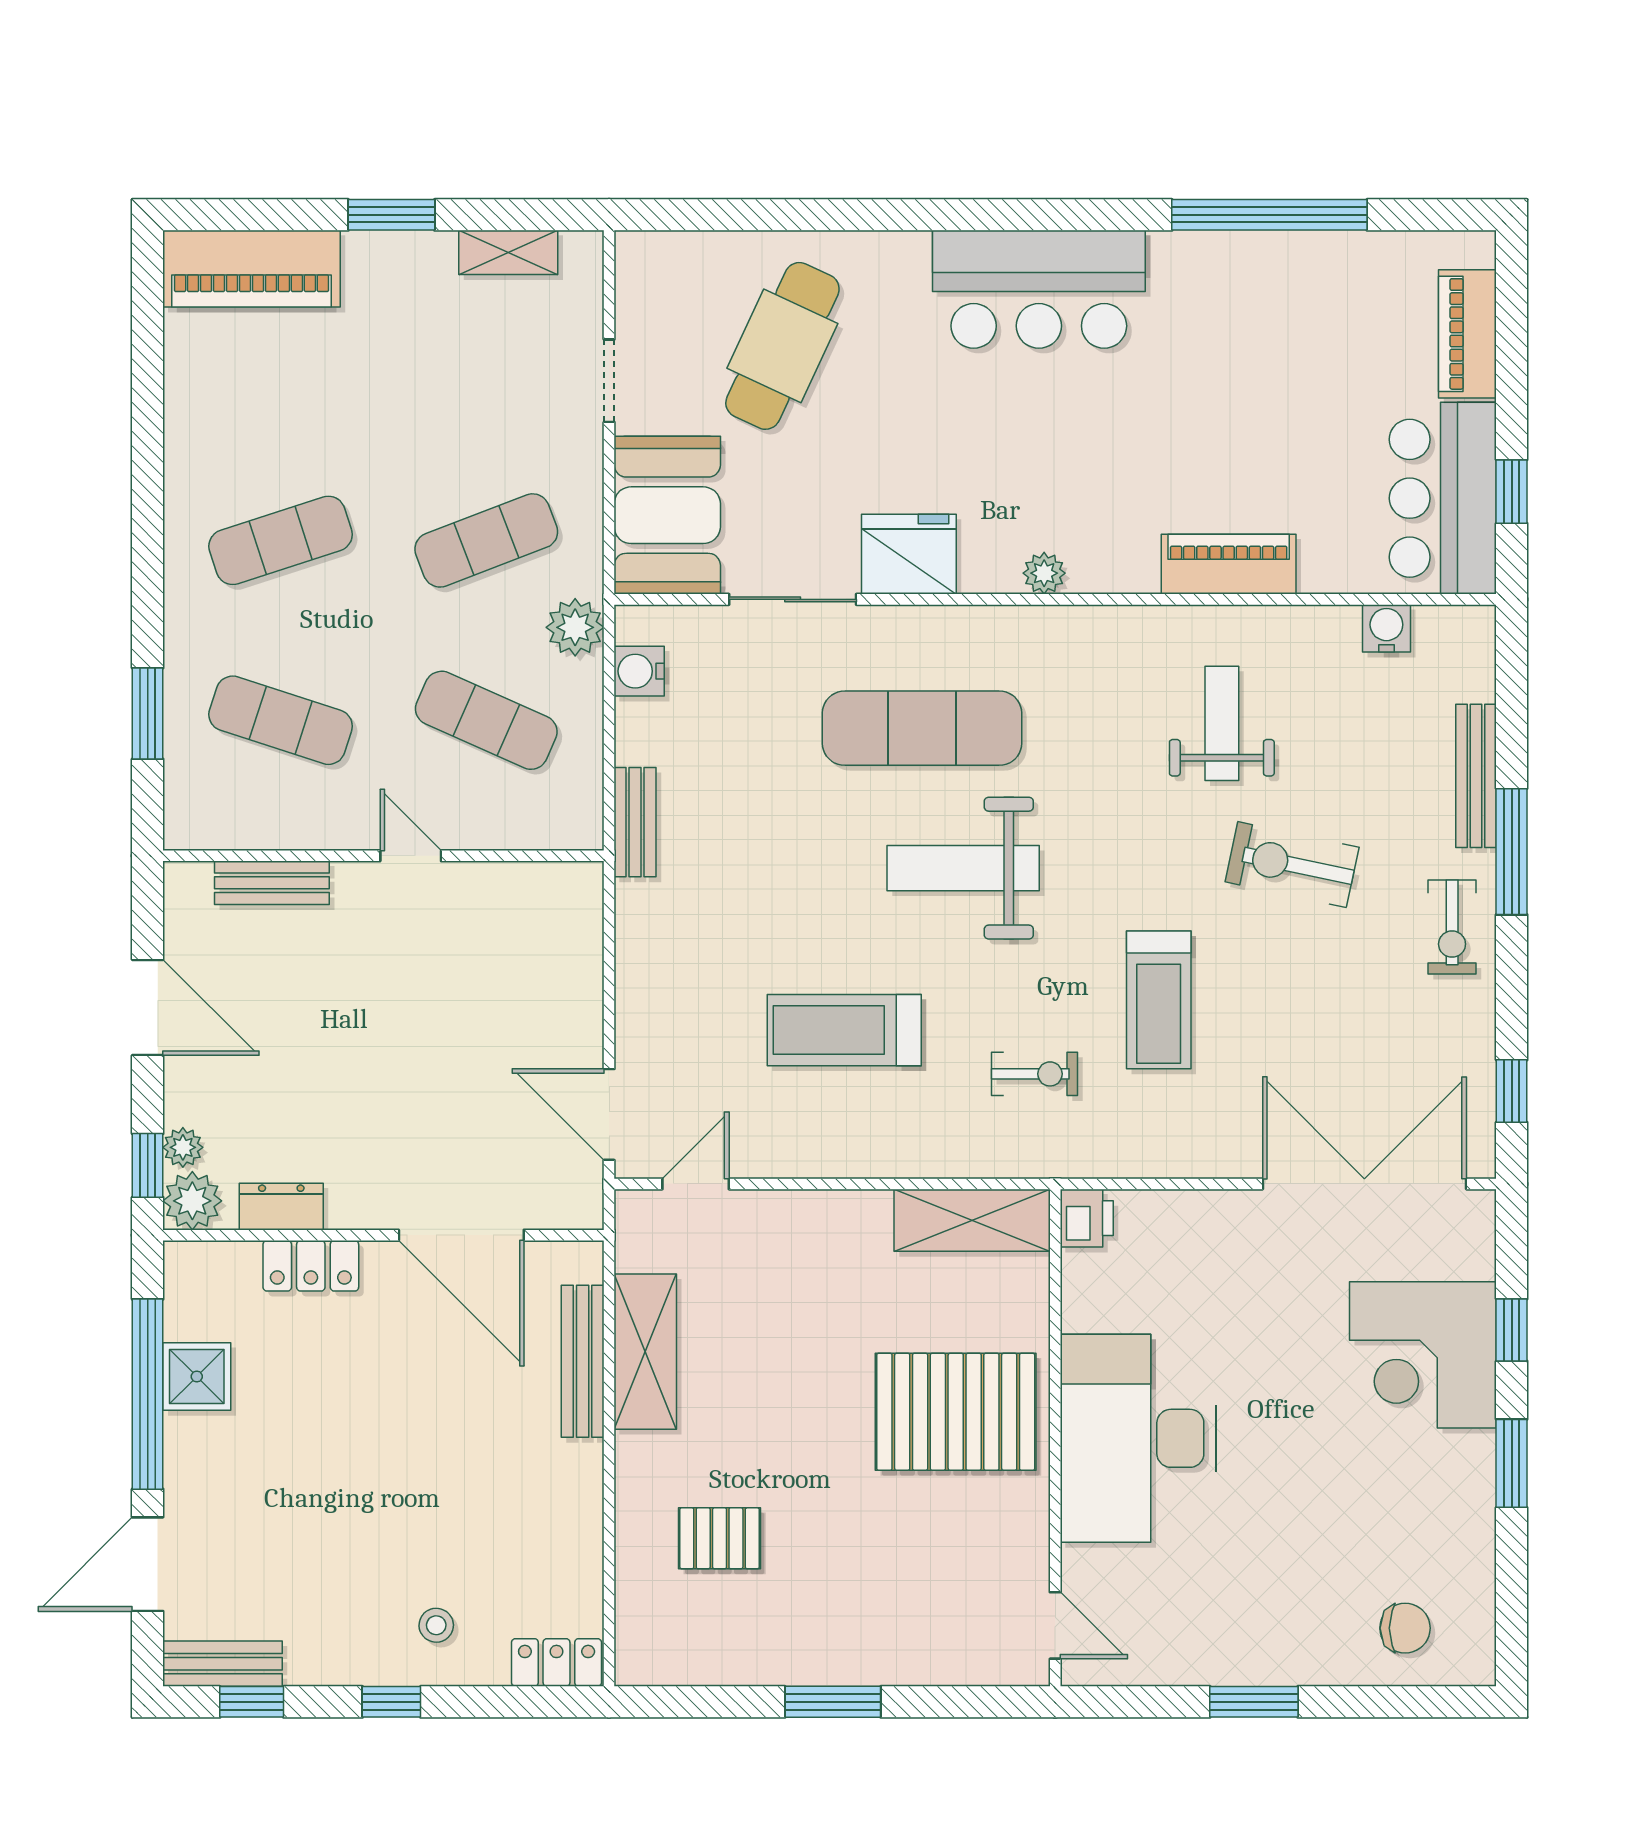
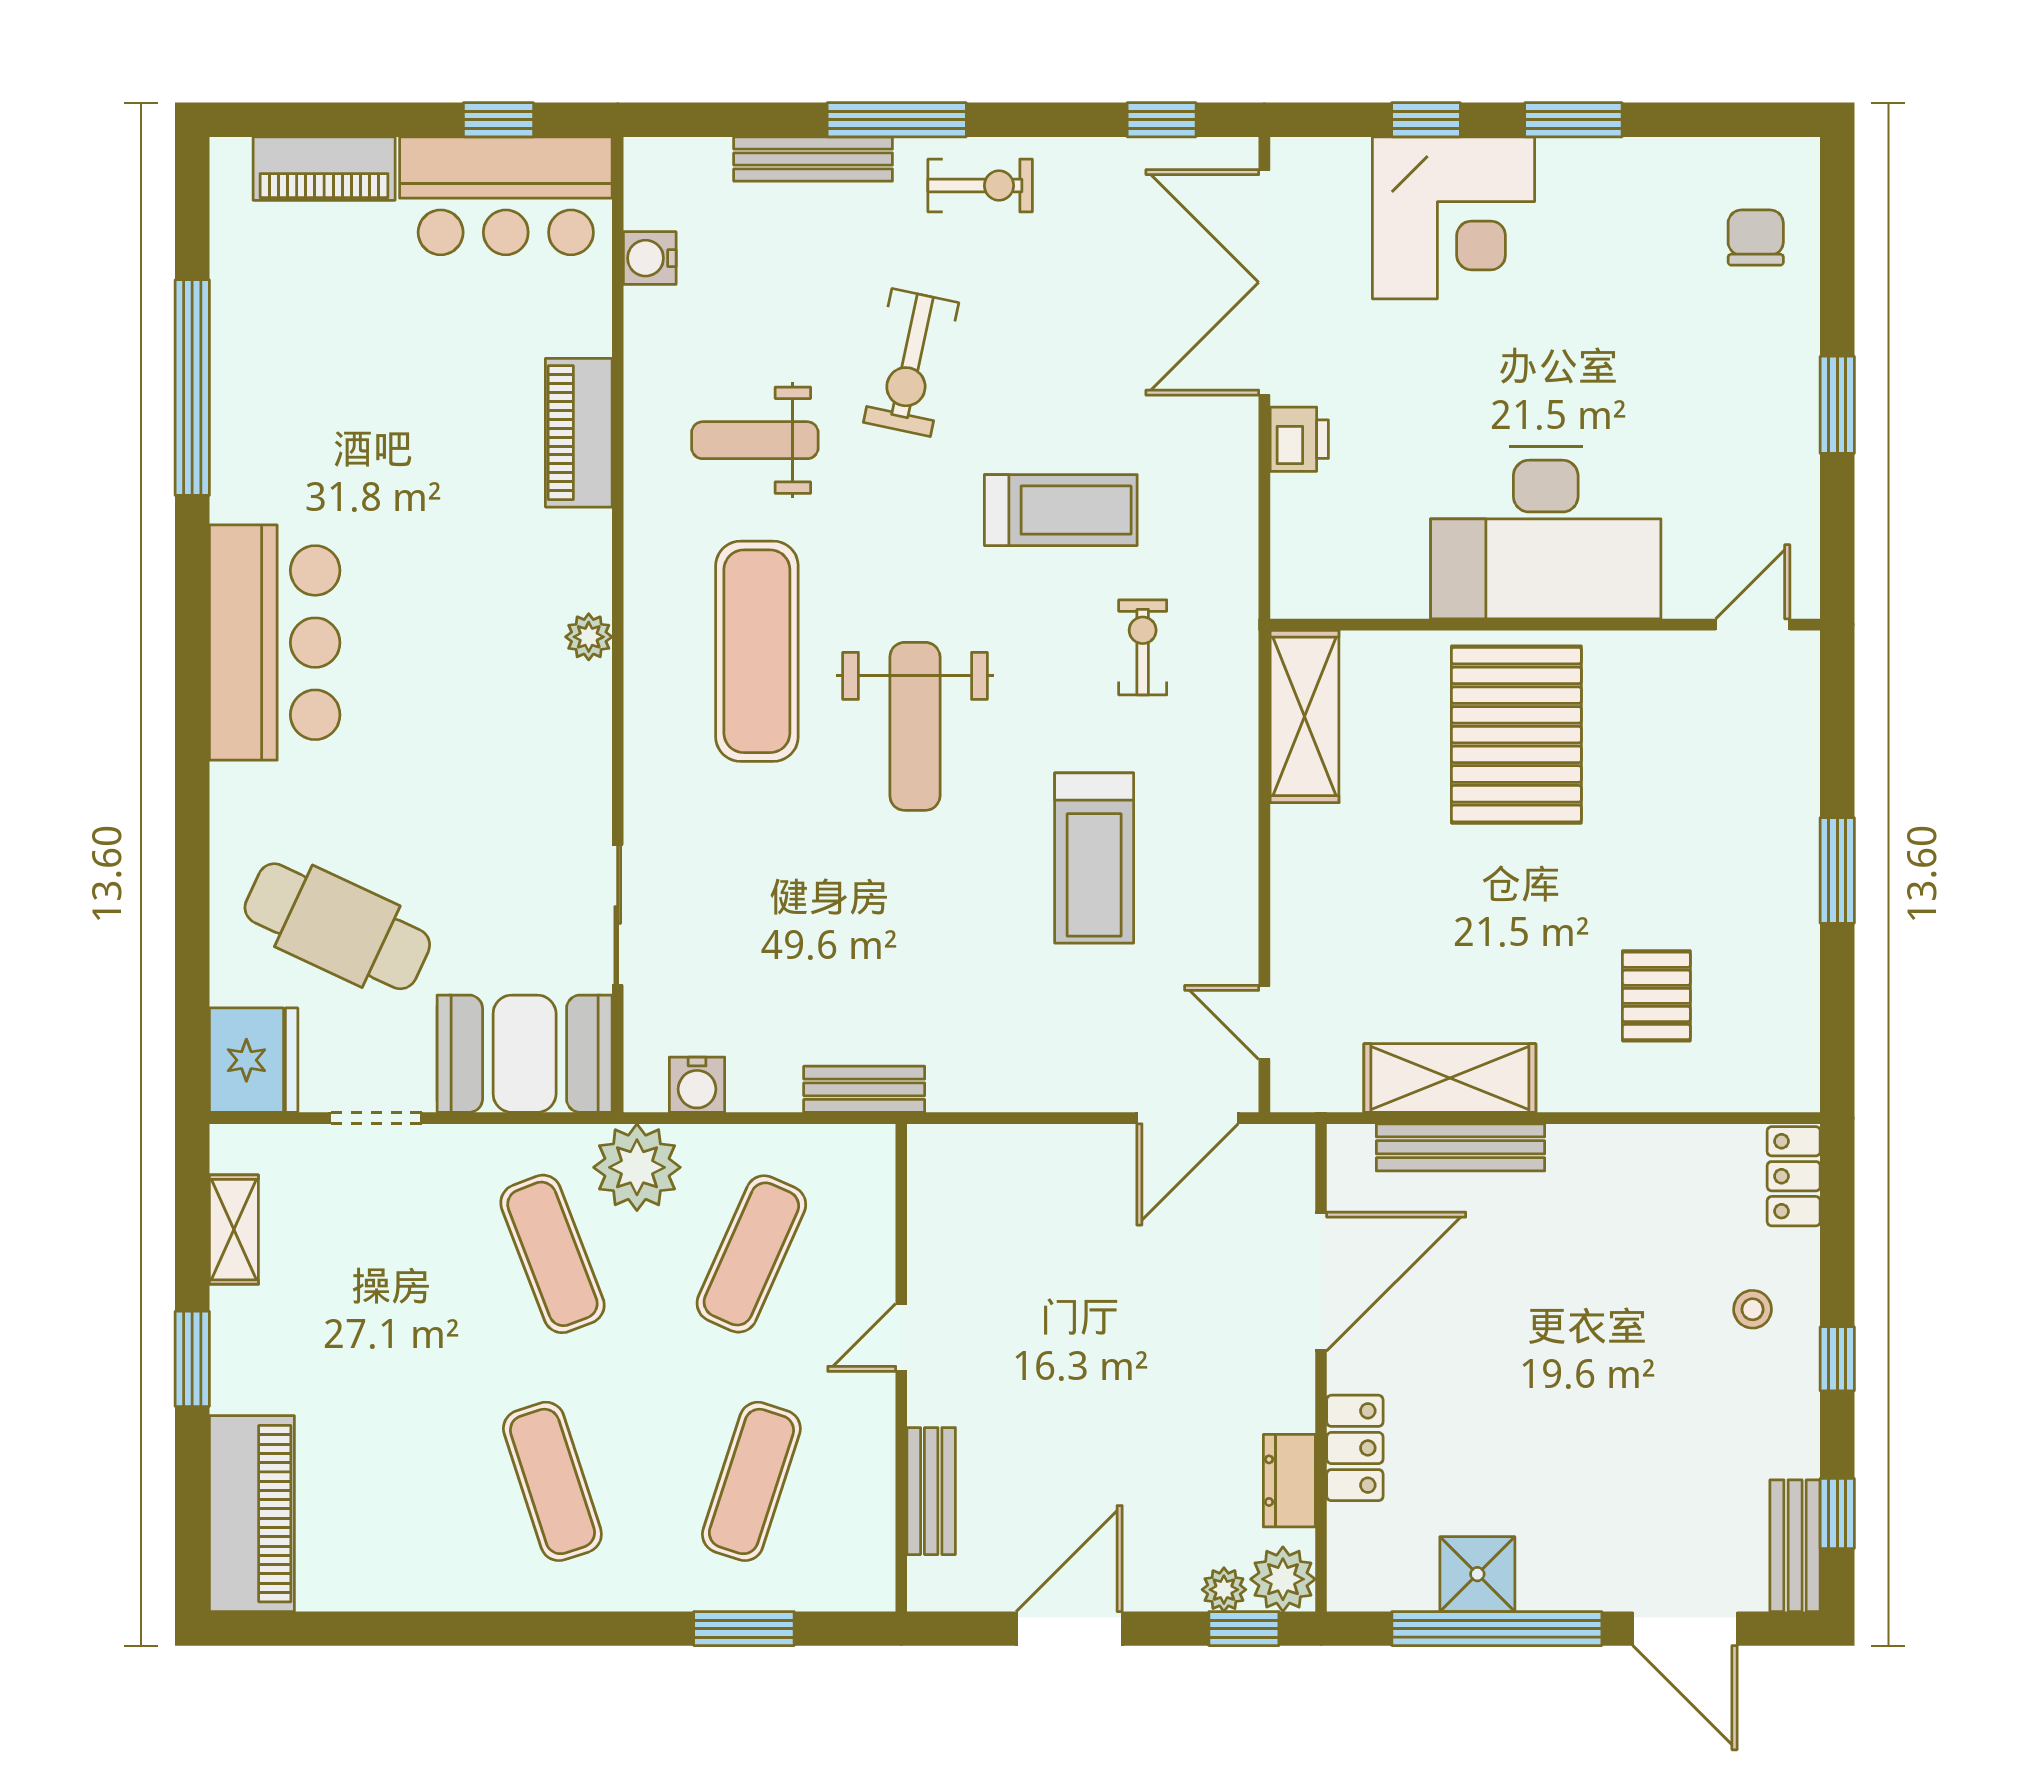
fridge: (909, 554) -> (254, 1060), moved, turned 180
plant: (575, 627) -> (637, 1167), width x1.36, depth x1.36
exercise mat: (922, 728) -> (757, 651), moved
printer: (1087, 1218) -> (1299, 439), moved, turned 90

